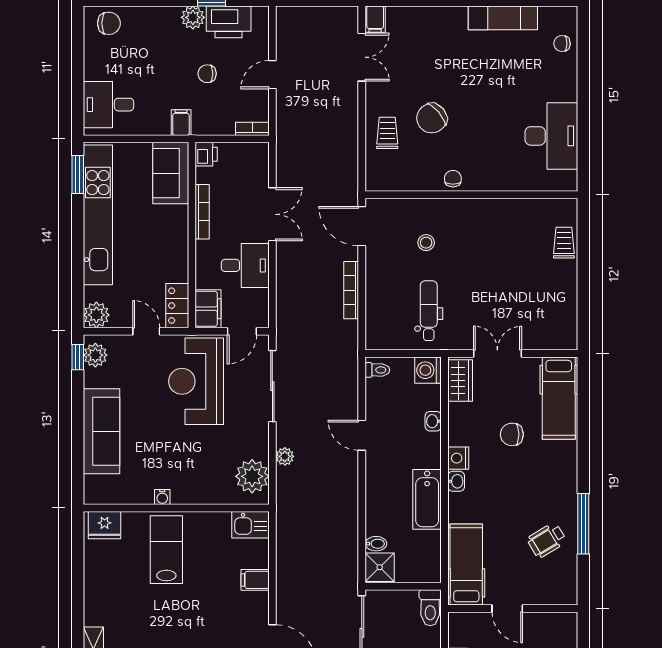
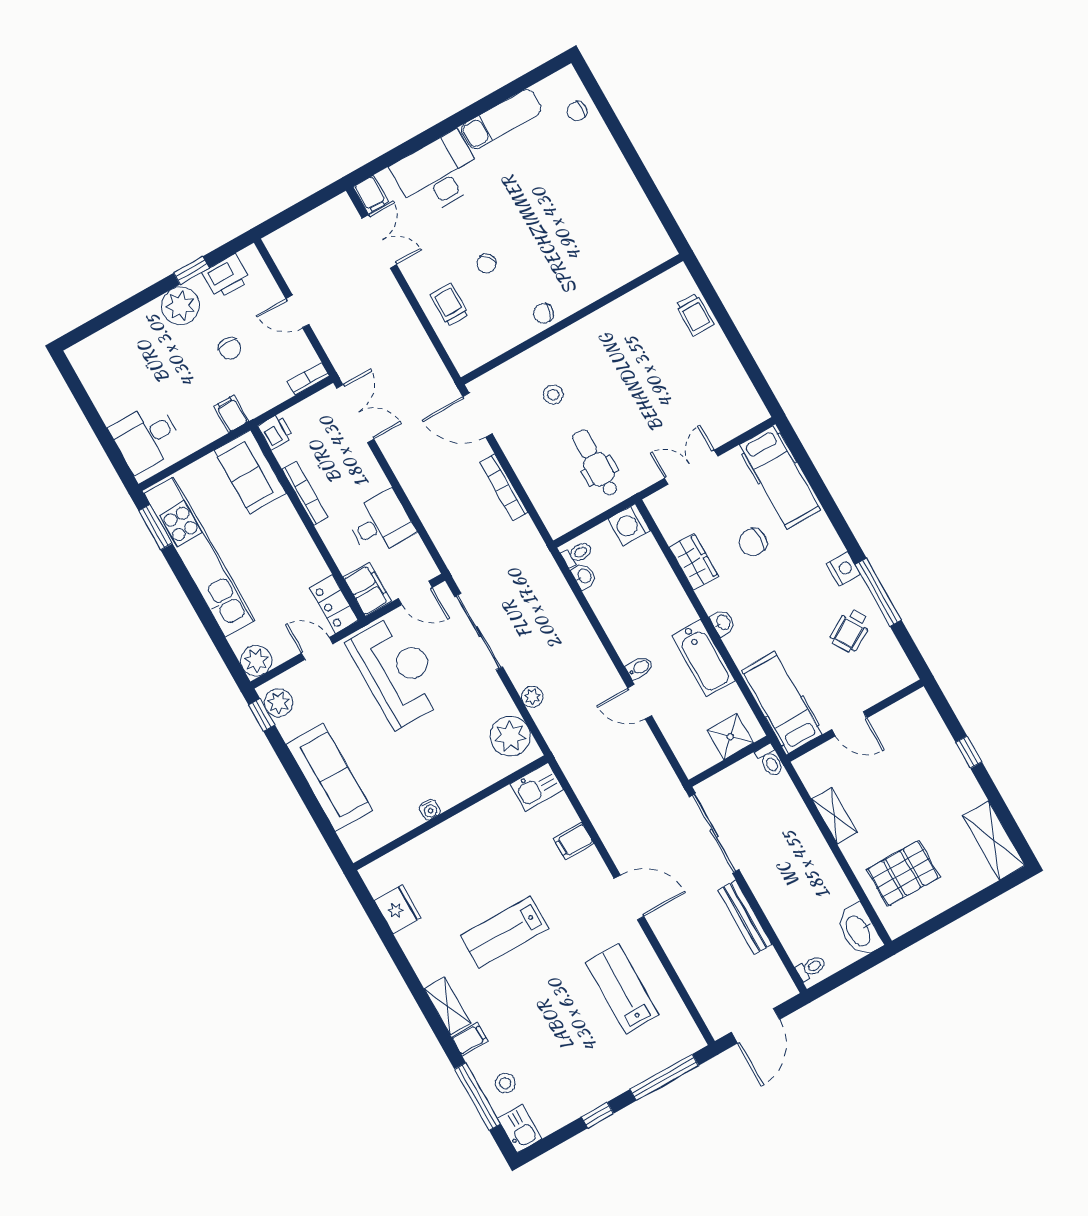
plant: (193, 17) -> (180, 306), width x1.36, depth x1.36
printer: (229, 22) -> (226, 276), width x0.73, depth x0.84
chair: (109, 23) -> (99, 354), removed
chair: (207, 74) -> (230, 348), turned -90
door: (272, 75) -> (297, 311), hinge flipped
chair: (432, 118) -> (487, 264), width x0.54, depth x0.54
desk: (551, 136) -> (438, 174), moved, turned -90
chair: (453, 179) -> (543, 313), turned -74
double door: (272, 214) -> (355, 414), moved
trolley: (564, 243) -> (695, 314), turned 180
door: (242, 331) -> (415, 593), hinge flipped
wardrobe: (460, 380) -> (694, 562), moved
reception desk: (196, 381) -> (397, 671), turned 180
washbasin: (433, 421) -> (584, 576), moved, turned 180
door: (362, 435) -> (640, 702), moved
nightstand: (458, 458) -> (843, 569), moved, turned 180
fridge: (105, 525) -> (398, 909), moved, turned -90
bidet: (376, 544) -> (640, 668), moved
lab bench: (166, 550) -> (505, 932), moved, turned -90
shower: (380, 567) -> (730, 737), moved
toilet: (430, 608) -> (770, 761), width x0.73, depth x0.72

